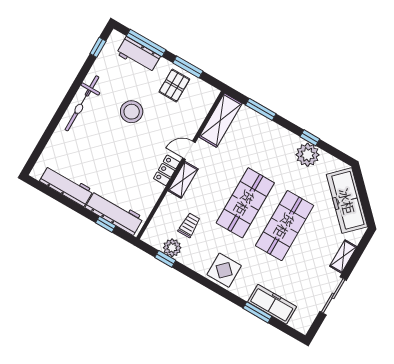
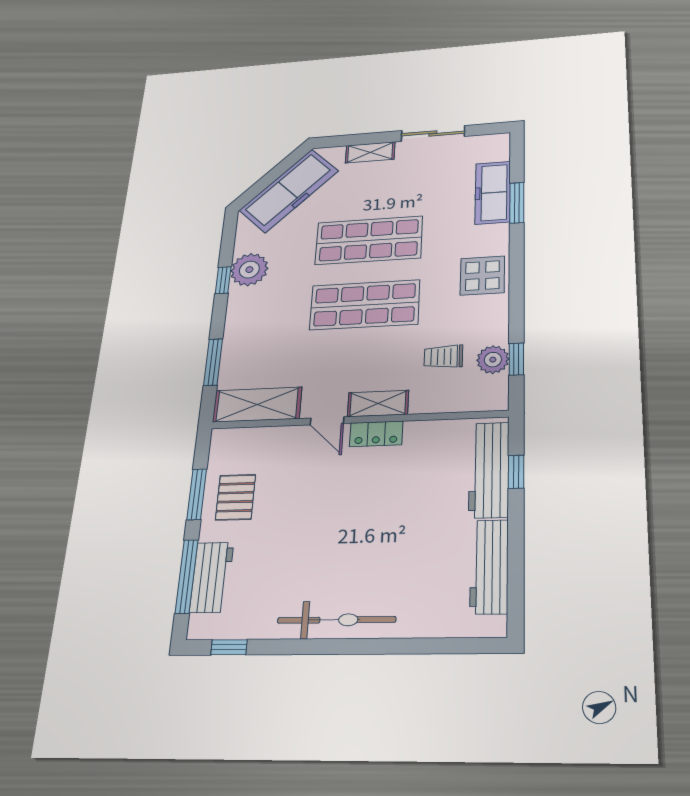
pallet: (174, 86) -> (236, 497), turned 90
stool: (132, 112) -> (310, 536), removed

